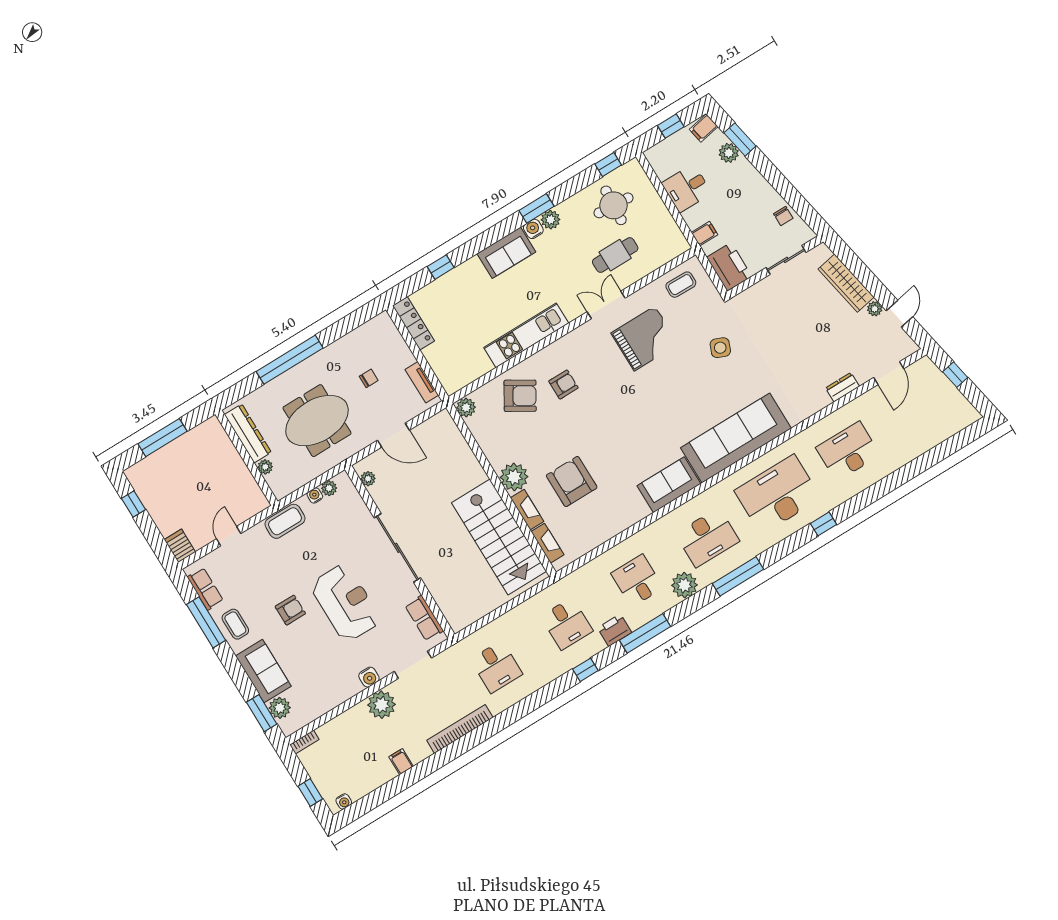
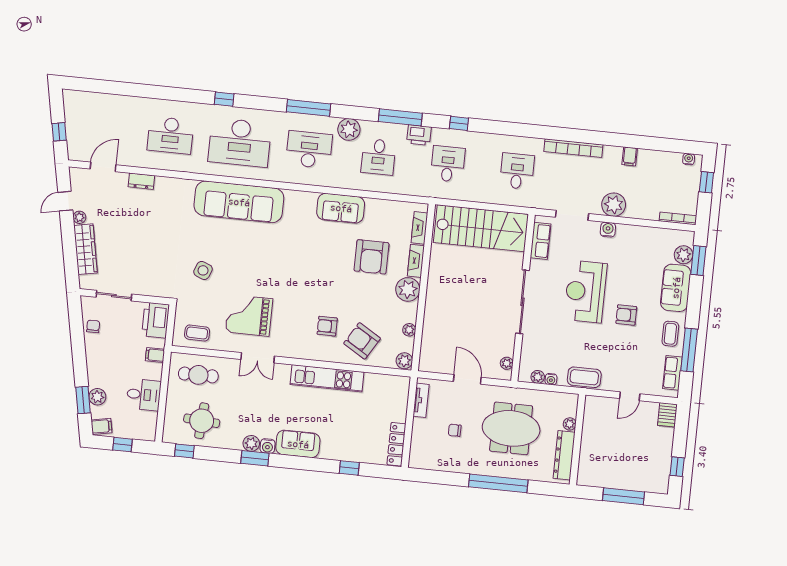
cafe table: (615, 255) -> (198, 375), moved
plant: (484, 440) -> (409, 330), added
sofa: (669, 485) -> (341, 208), moved
stairs: (499, 537) -> (481, 228), moved, turned 90
bookcase: (304, 742) -> (678, 218), width x1.56

